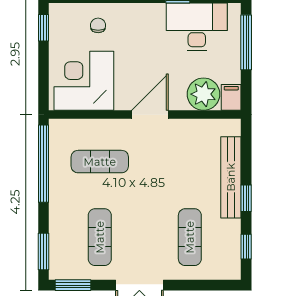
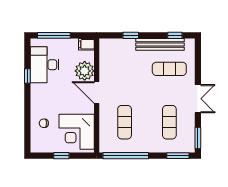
window: (43, 28) -> (61, 156), moved
plant: (203, 94) -> (85, 71), moved
bench: (231, 177) -> (160, 44), moved
window: (246, 198) -> (131, 35), moved
exercise mat: (100, 237) -> (169, 122), turned 90

